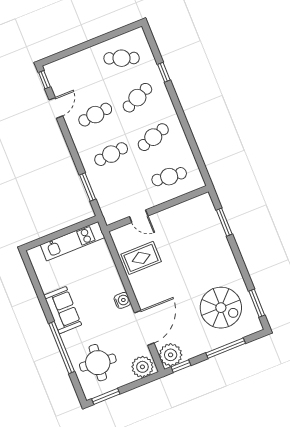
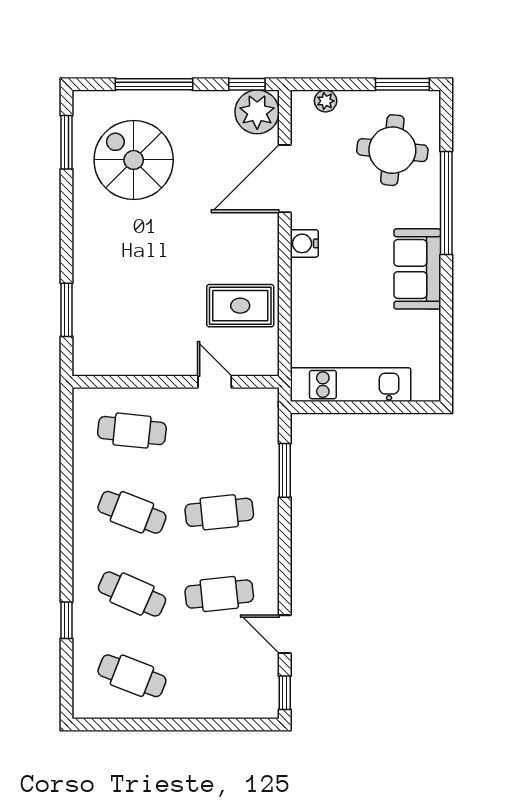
cafe table: (137, 98) -> (132, 594), turned 48
door: (56, 108) -> (285, 634), hinge flipped
cafe table: (153, 137) -> (132, 512), turned 39
plant: (142, 367) -> (326, 101), width x0.53, depth x0.53

